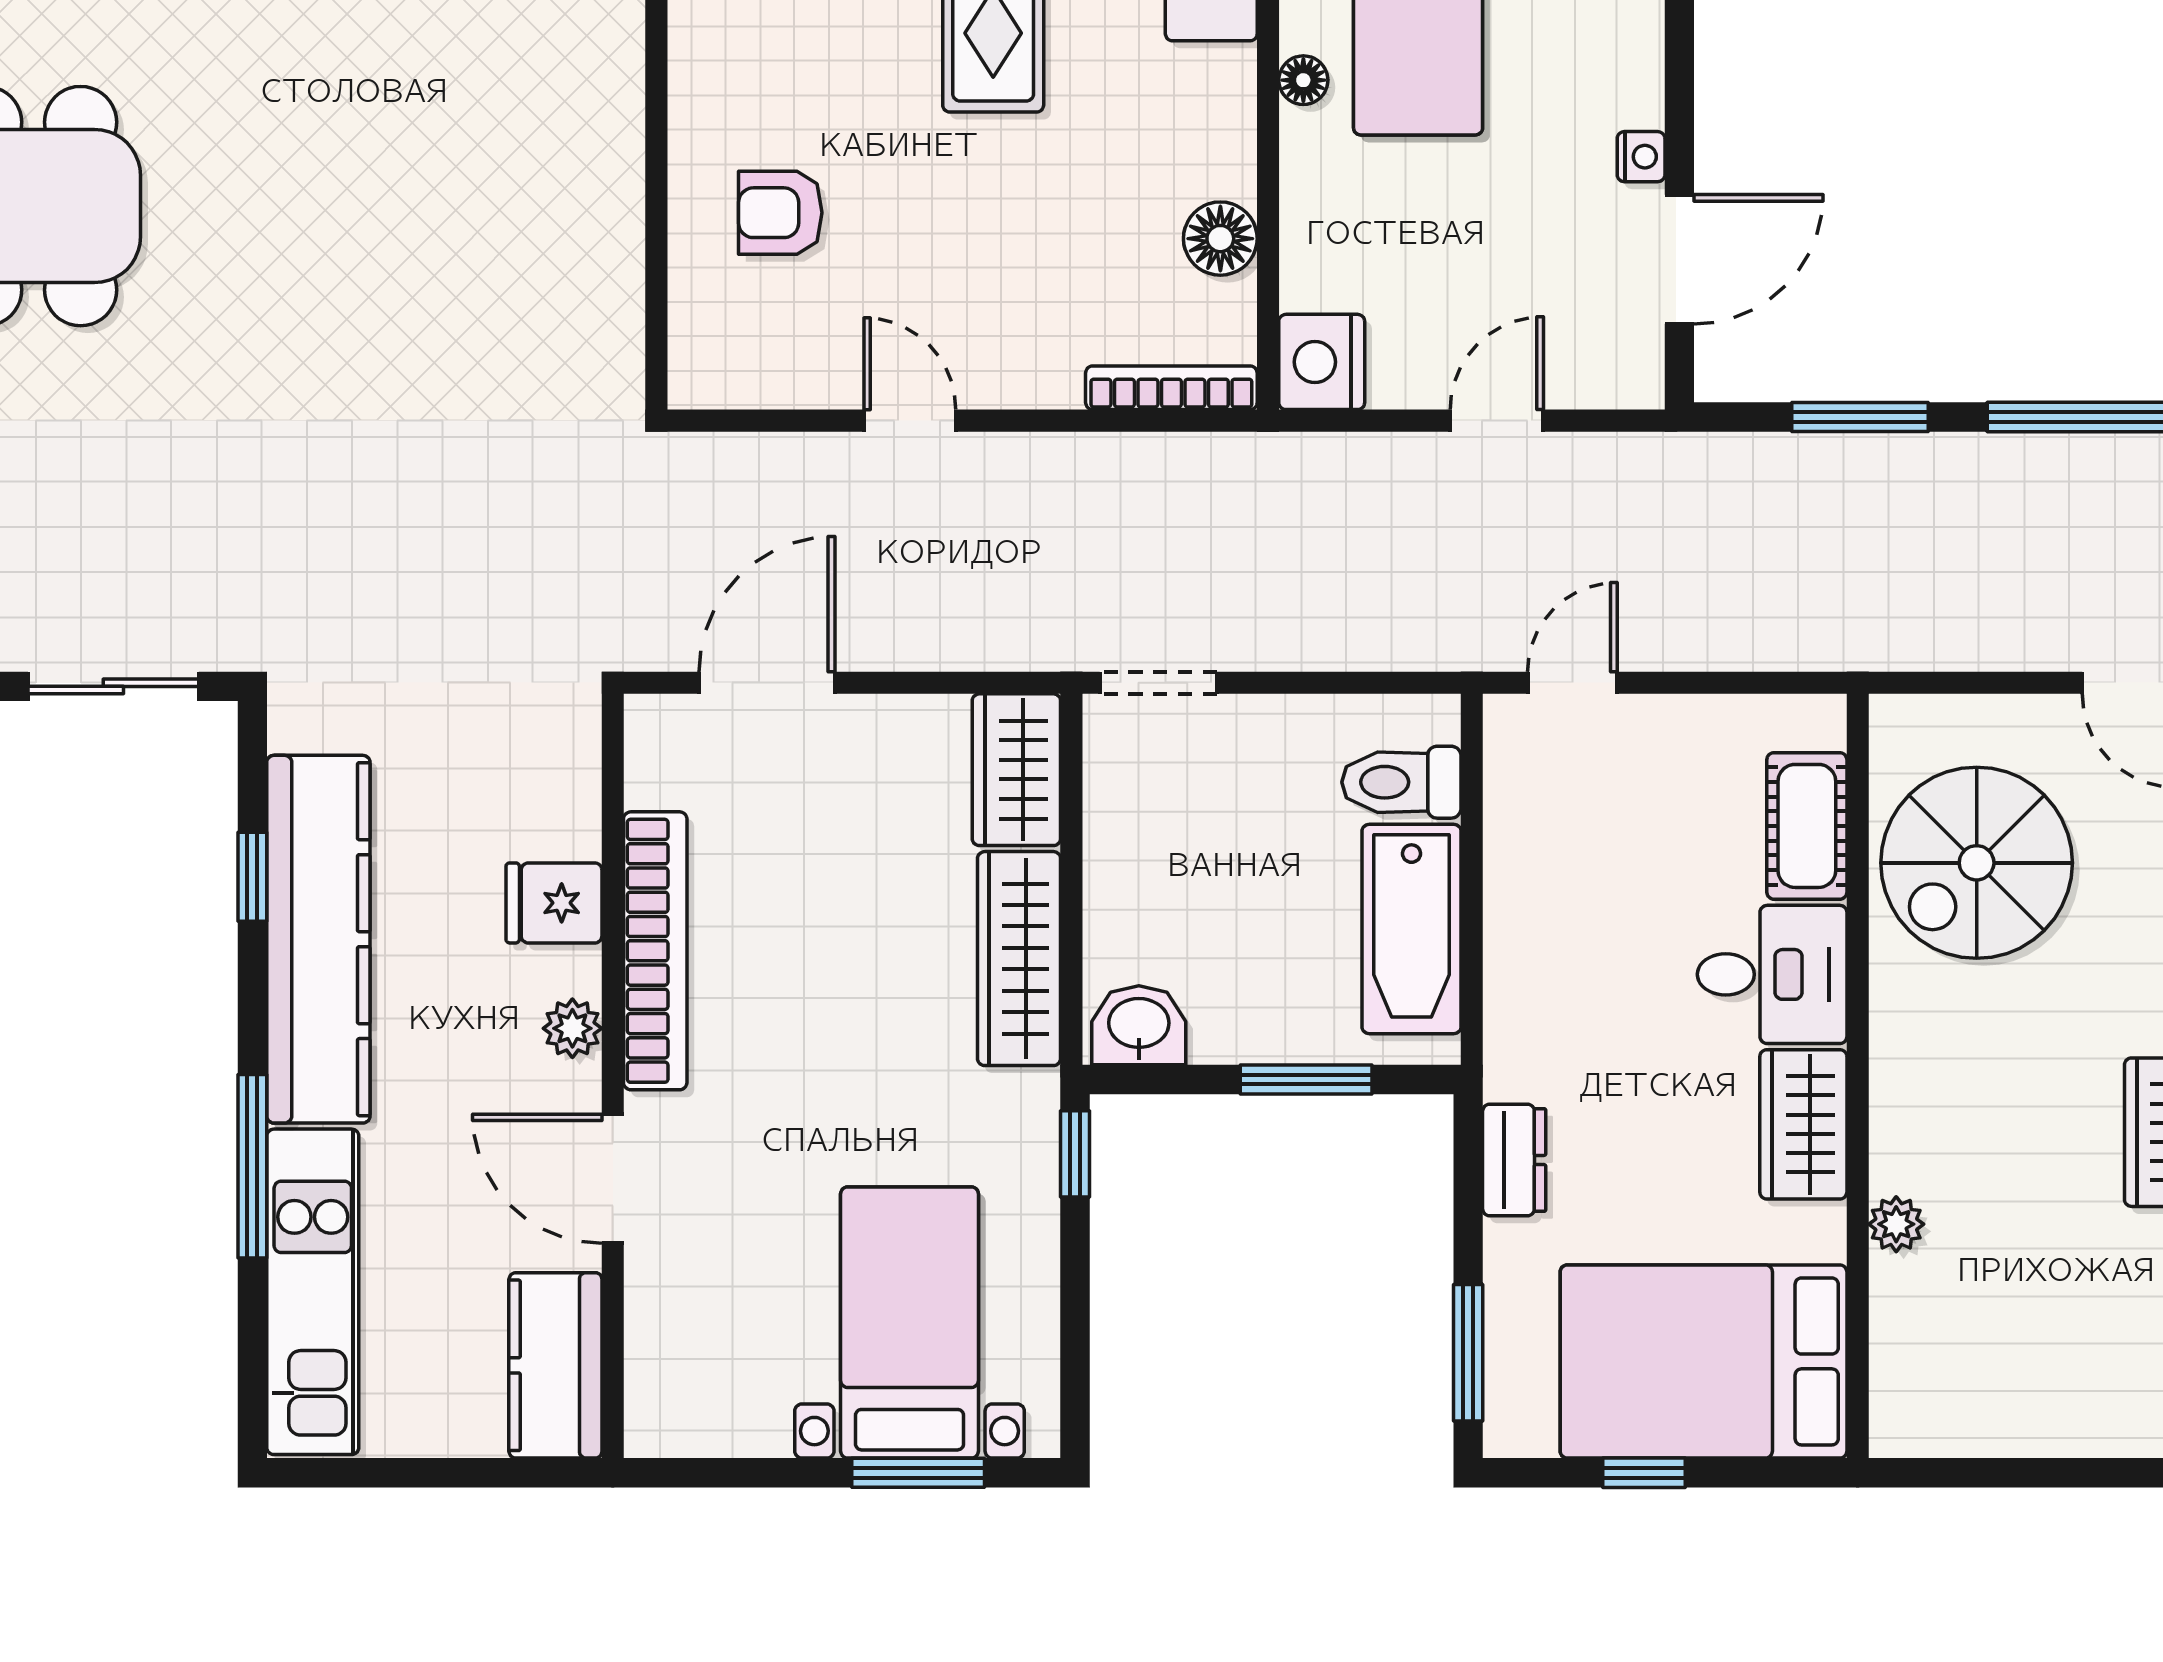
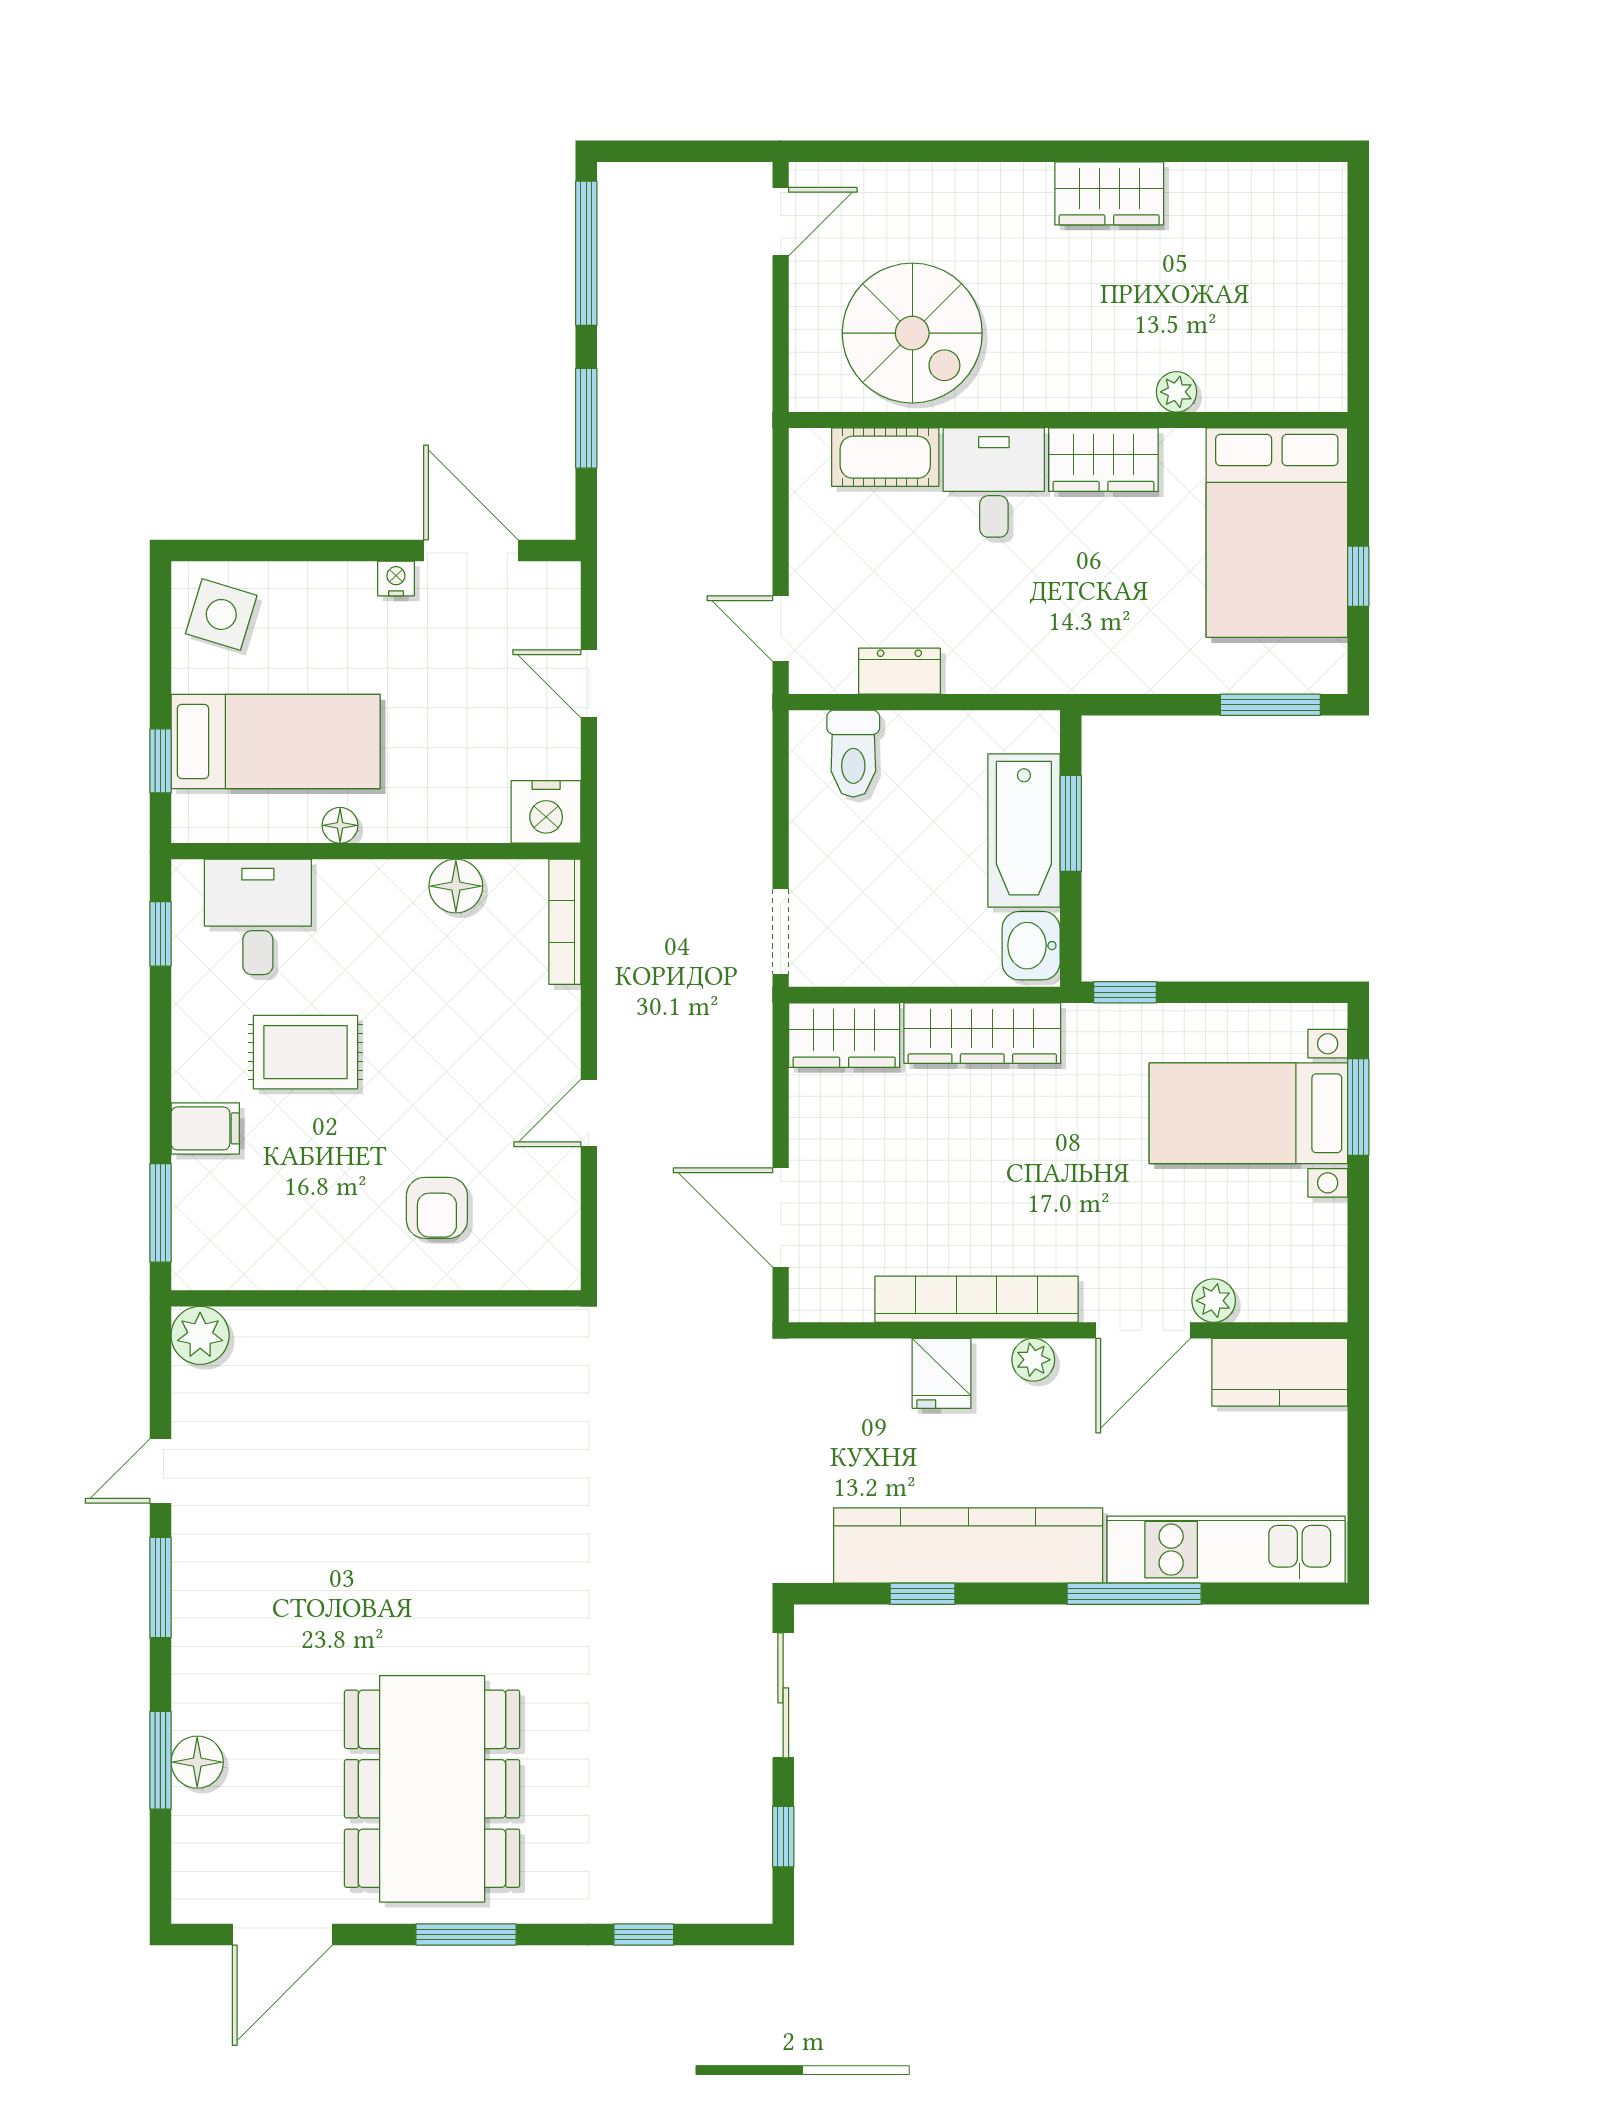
bathtub: (1411, 929) -> (1024, 830), moved, turned 90
dresser: (1514, 1160) -> (899, 671), moved
plant: (653, 1275) -> (1214, 1301), added

